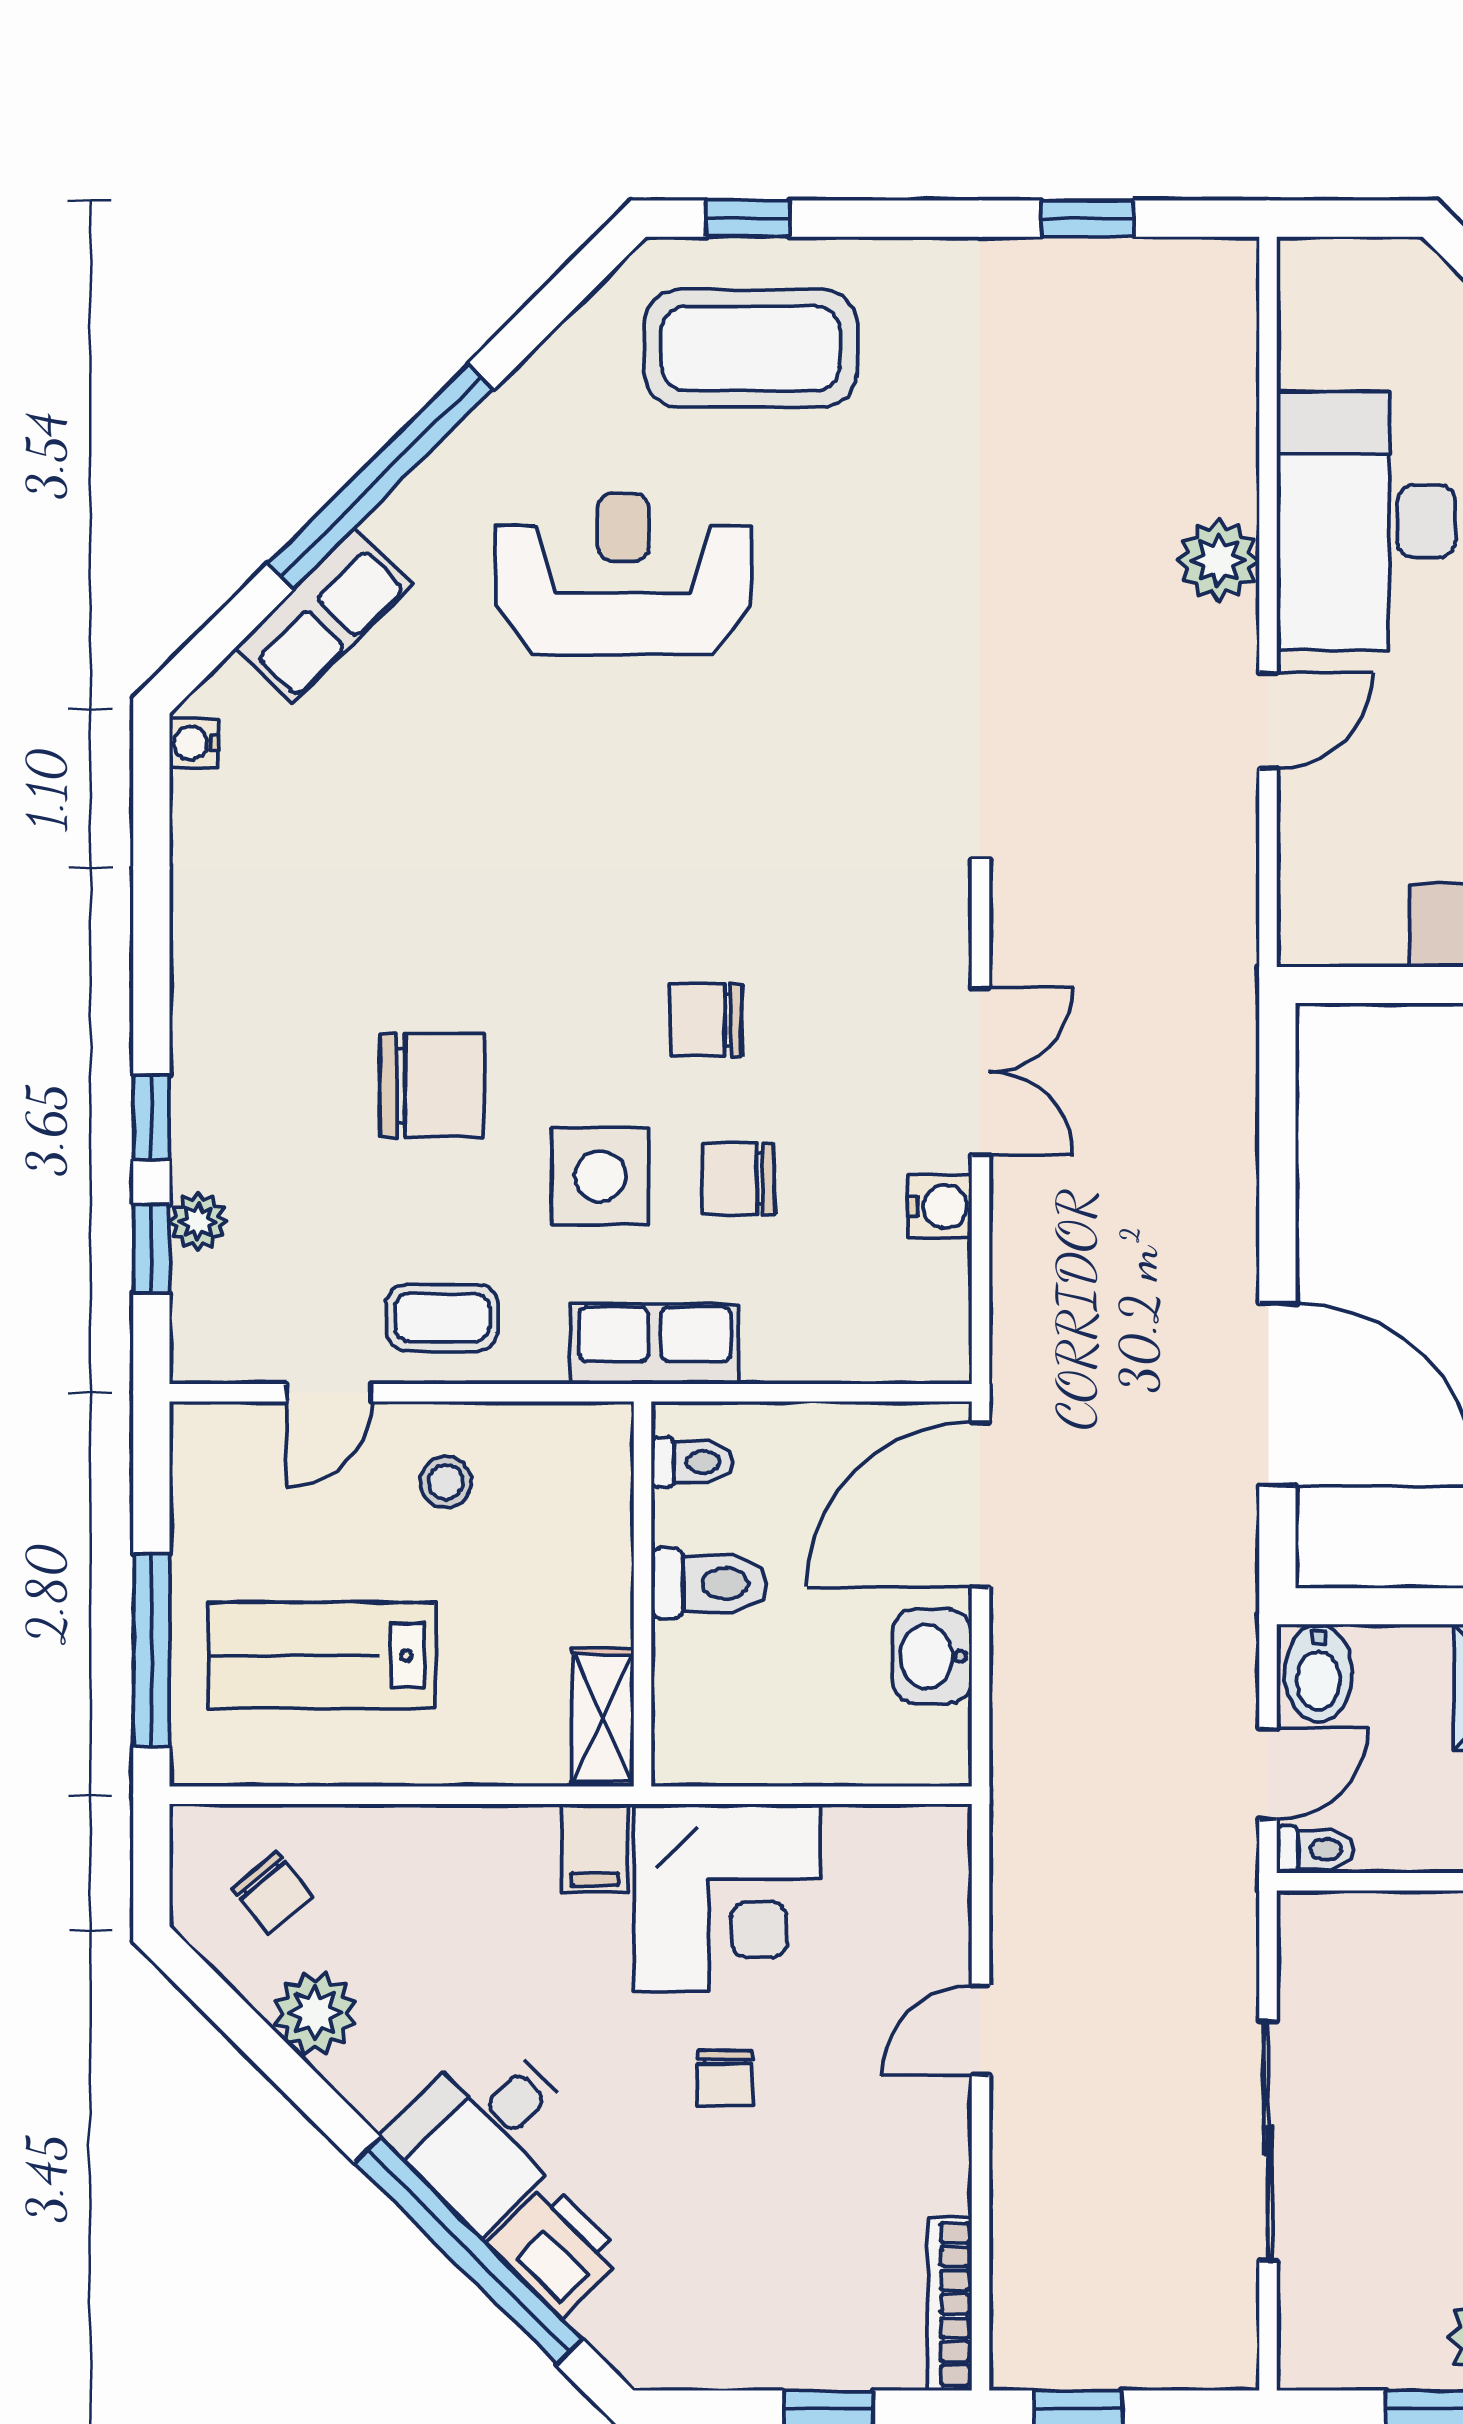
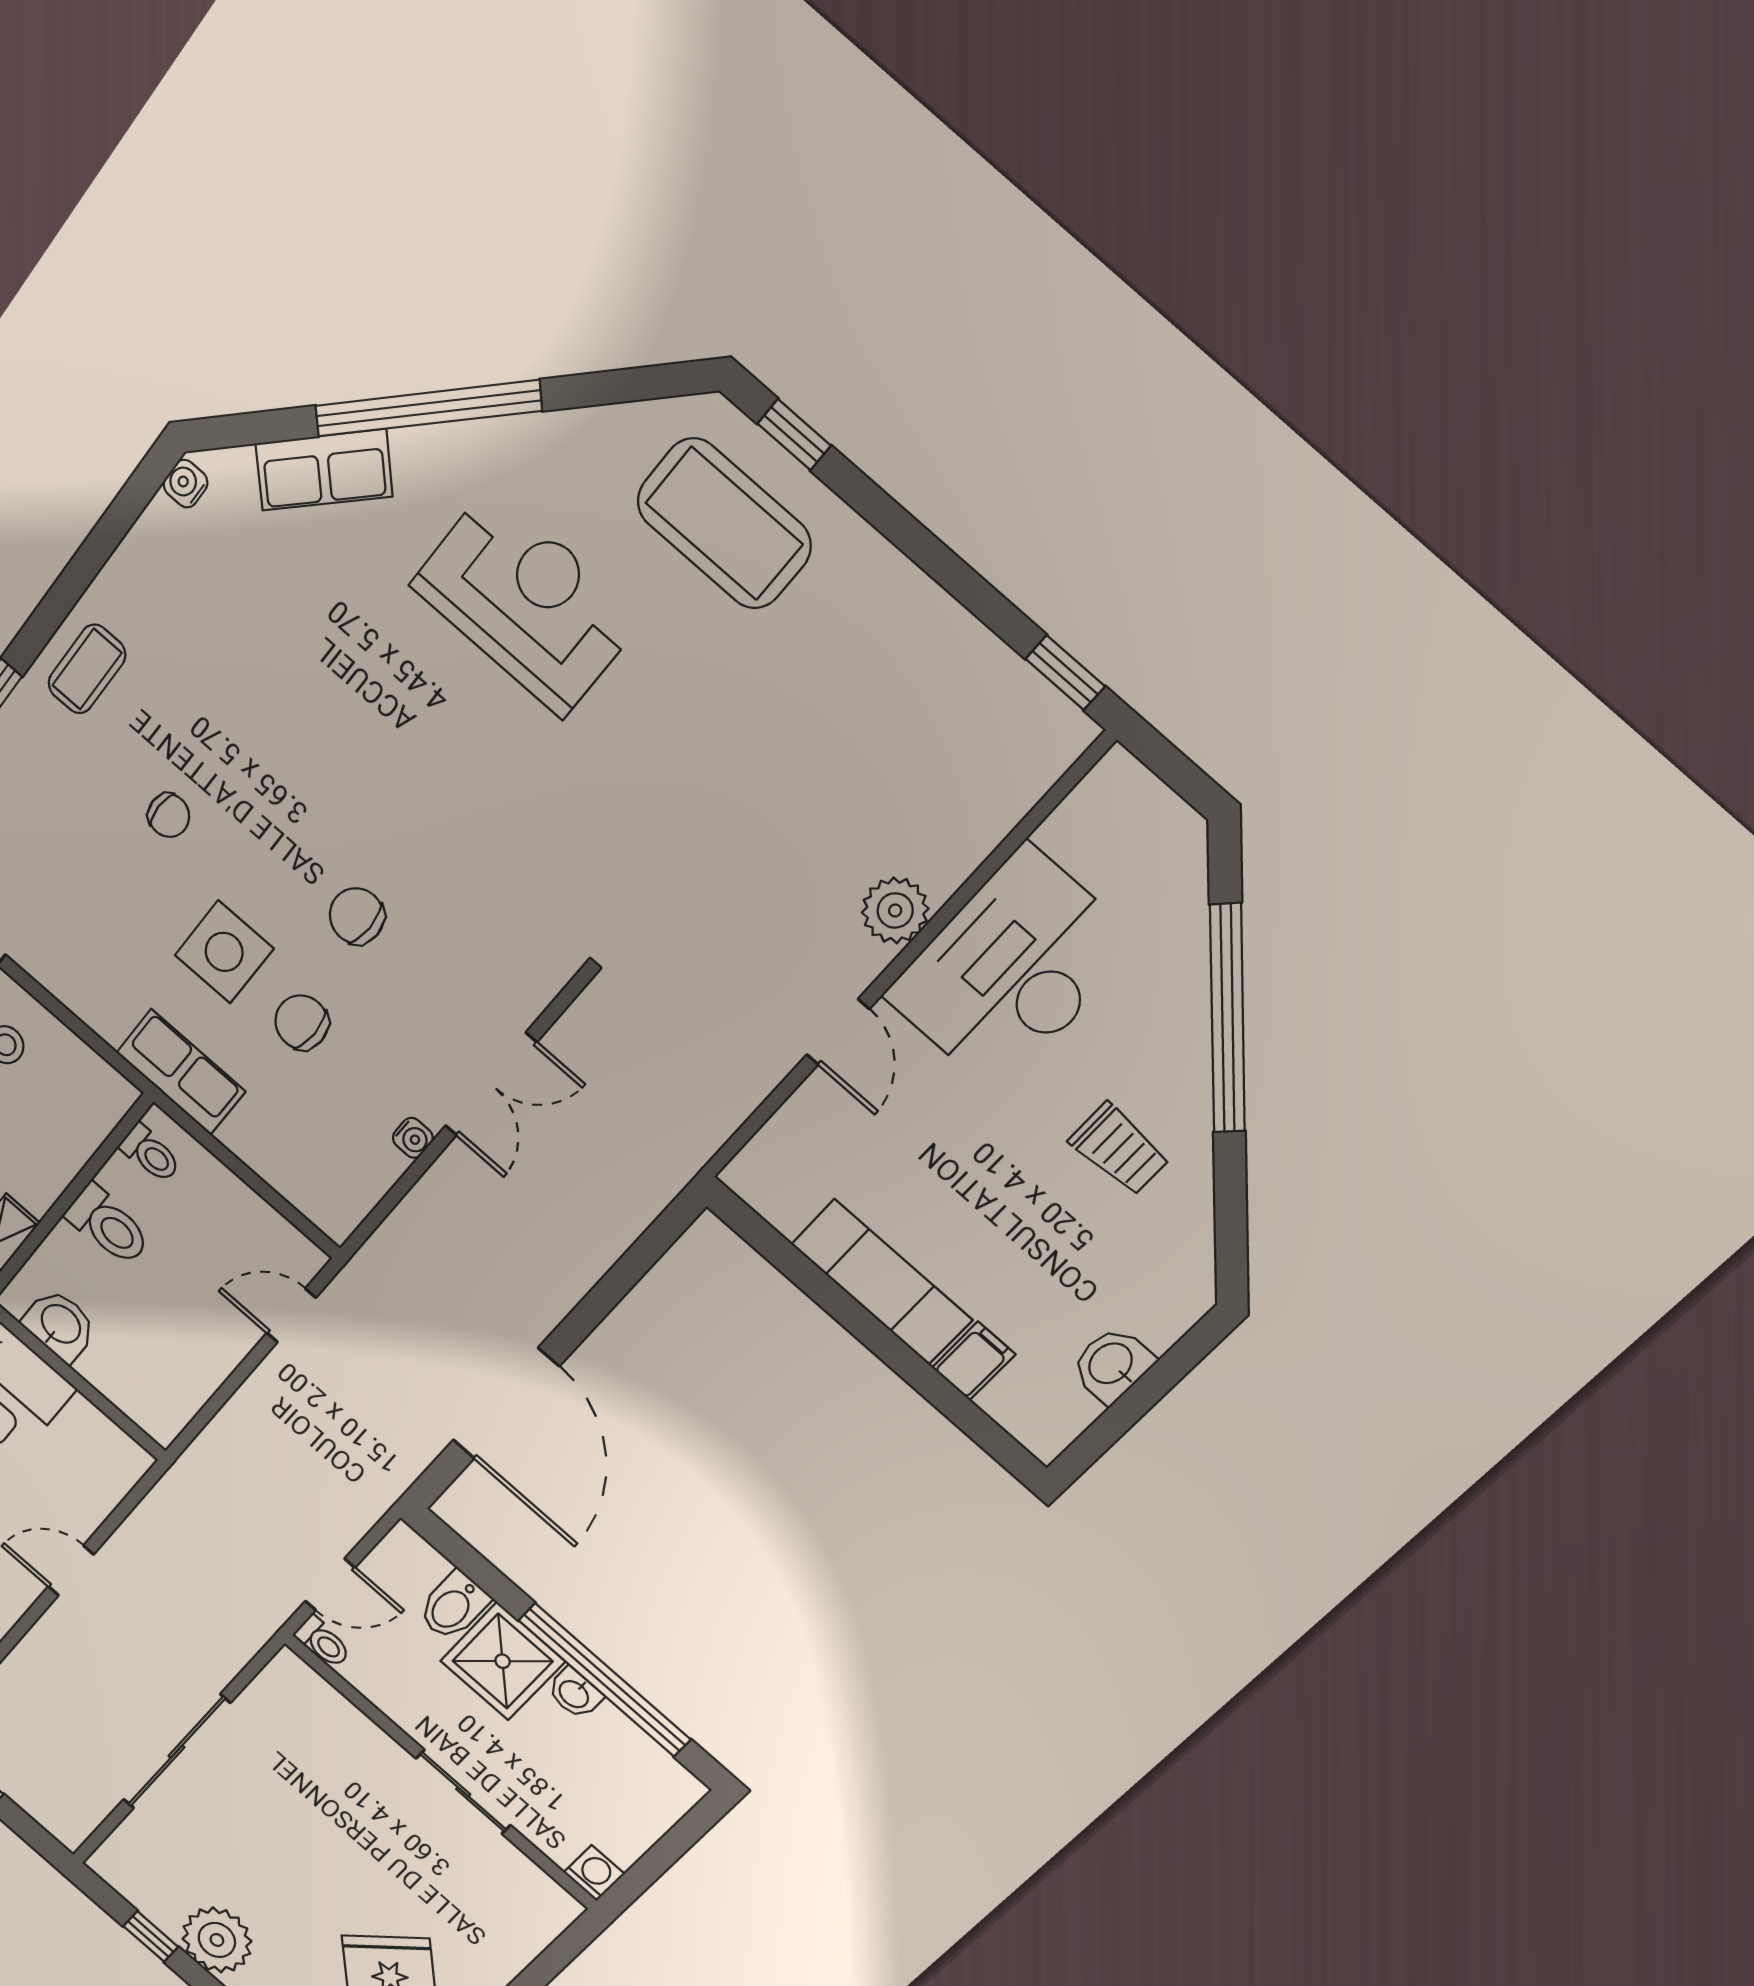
window: (1088, 219) -> (1065, 673), moved
door: (1268, 720) -> (838, 1032), hinge flipped
chair: (432, 1085) -> (169, 815), width x0.54, depth x0.54
water cooler: (940, 1207) -> (413, 1138), width x0.72, depth x0.72
coffee table: (442, 1317) -> (87, 669), moved, turned 90
door: (980, 1505) -> (291, 1315), width x0.53
washbasin: (932, 1656) -> (60, 1325), moved, turned 90
bidet: (1318, 1673) -> (453, 1606), moved

